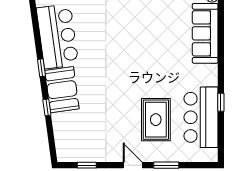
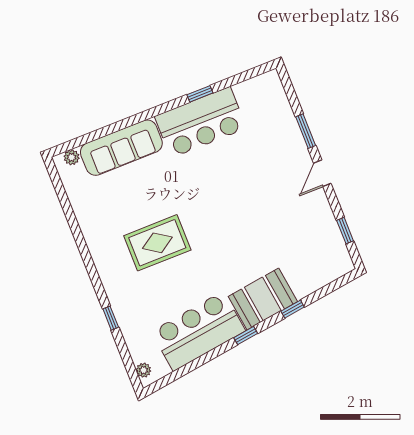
bar counter: (201, 117) -> (200, 122), moved
rug: (156, 120) -> (157, 243), moved

